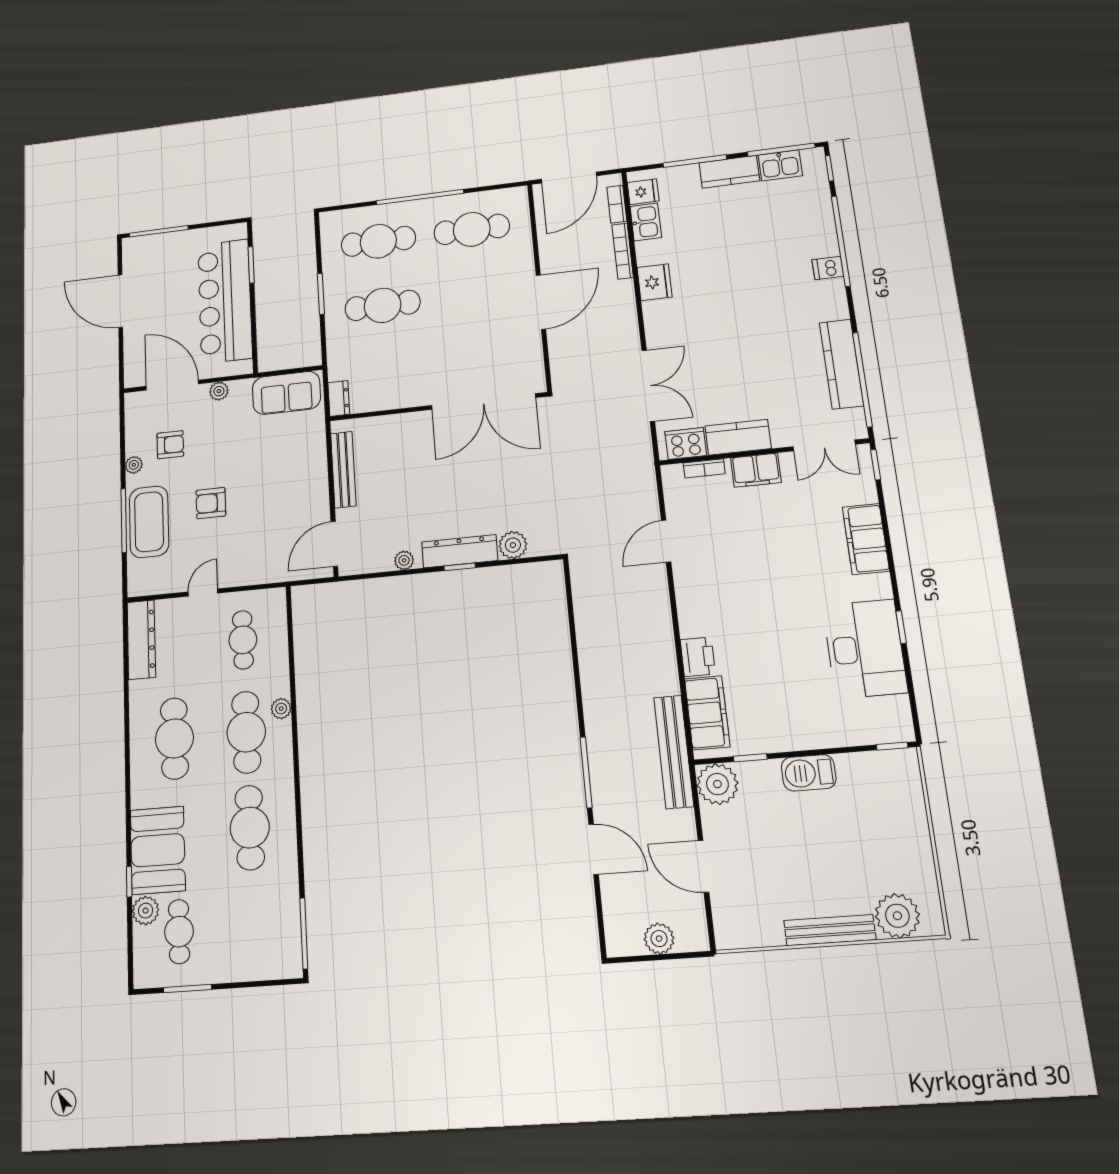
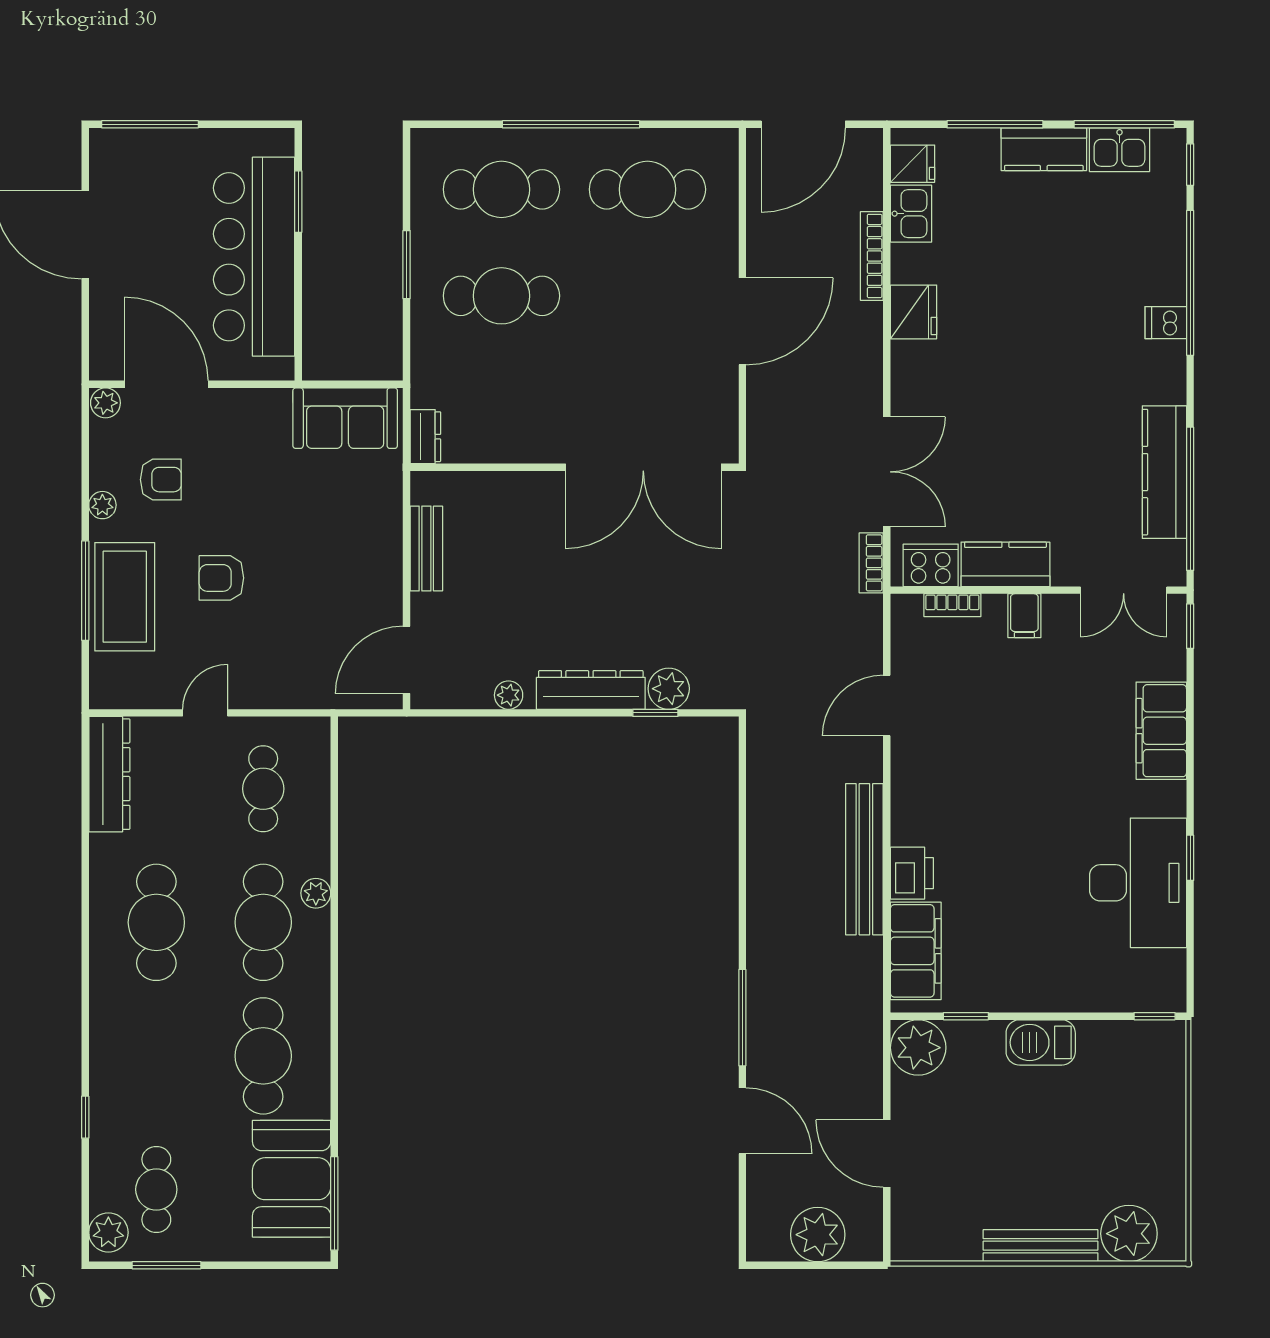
bookcase: (617, 204) -> (871, 563), moved
plant: (219, 391) -> (105, 403), moved
bench: (343, 470) -> (426, 548), width x0.73
filing cabinet: (756, 470) -> (1024, 616), width x0.50
window: (460, 567) -> (655, 713), moved
bench: (674, 752) -> (864, 859), moved
booth: (158, 850) -> (292, 1179), moved
plant: (146, 911) -> (108, 1232), moved
plant: (659, 939) -> (818, 1235), width x1.36, depth x1.36

